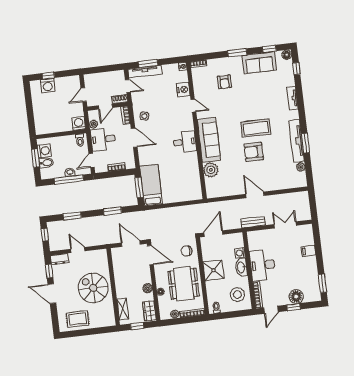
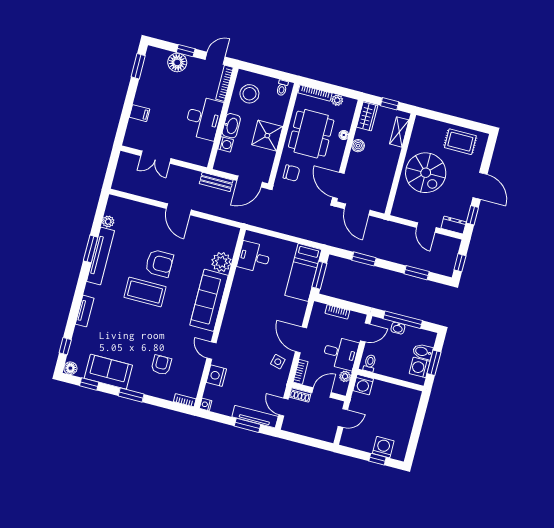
desk: (185, 142) -> (254, 257), moved
bench: (253, 222) -> (216, 182), moved

